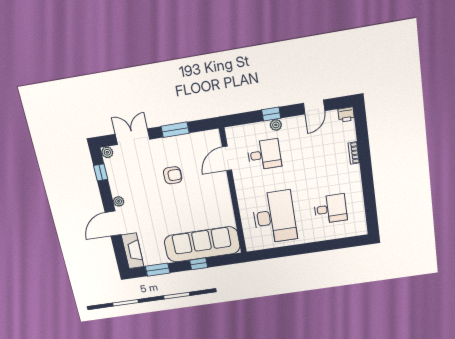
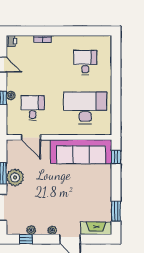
plant: (173, 147) -> (15, 177), added
plant: (107, 152) -> (31, 230), moved
armchair: (173, 175) -> (38, 183), removed
sofa: (202, 244) -> (81, 152), moved, turned -90
window: (199, 264) -> (116, 157), moved

